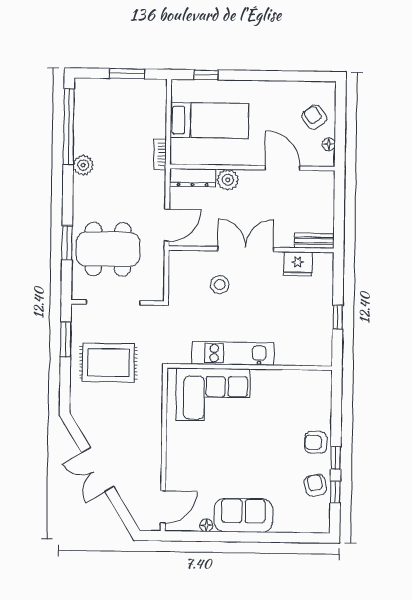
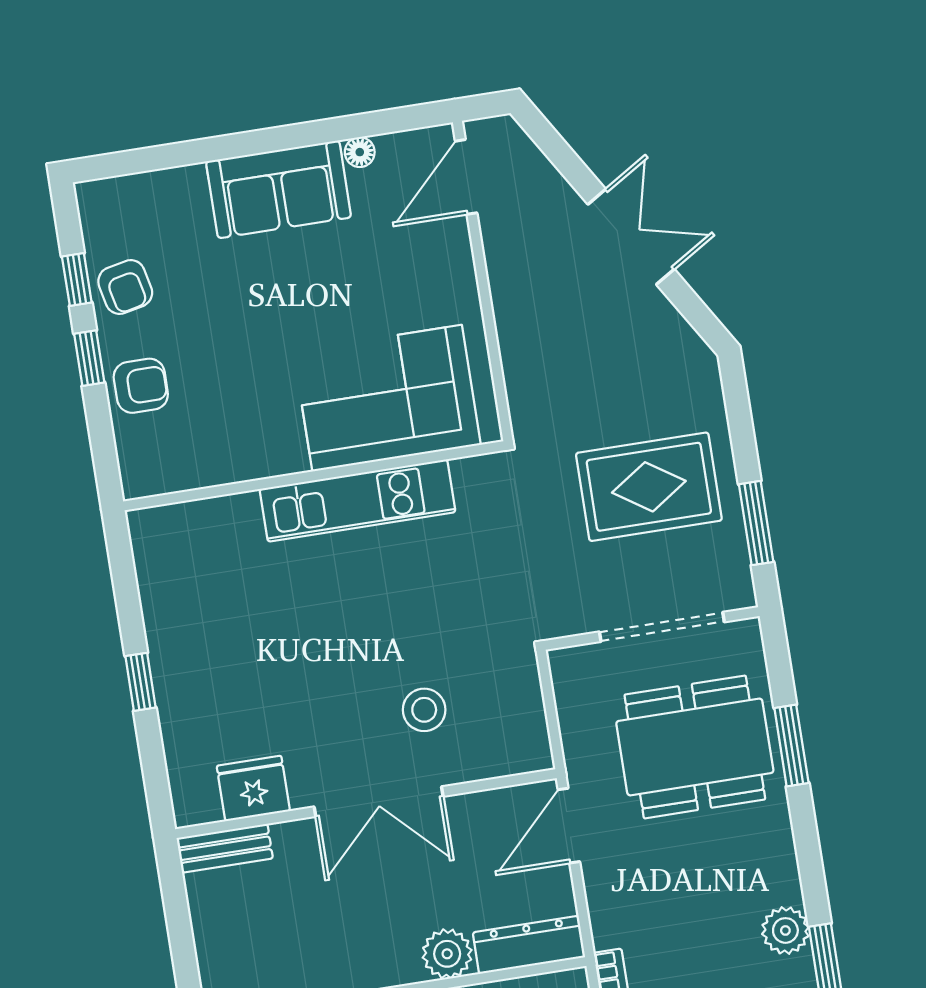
kitchen unit: (233, 353) -> (358, 501), moved
wall: (250, 367) -> (314, 476), moved
corner sofa: (213, 394) -> (387, 398), moved

